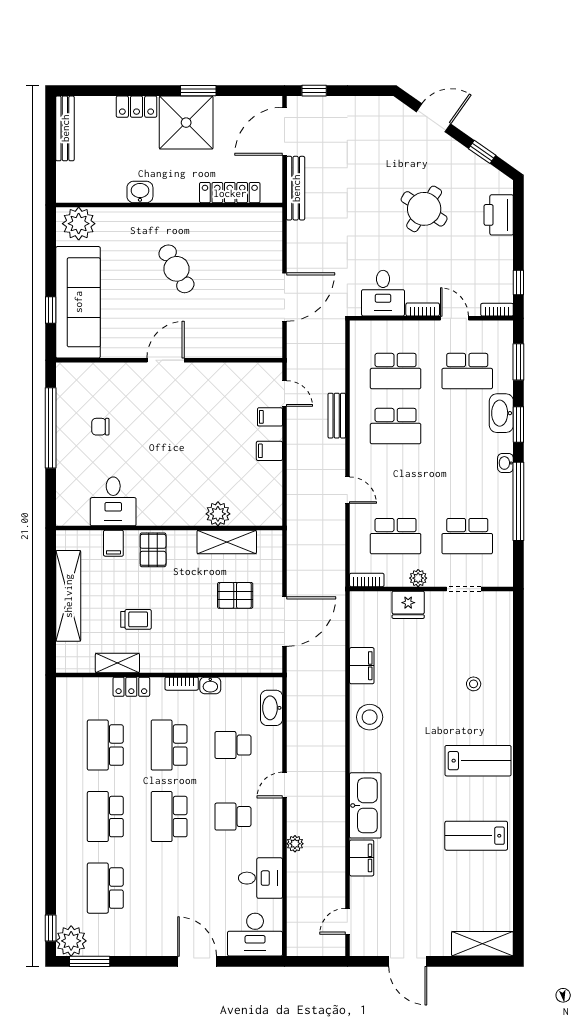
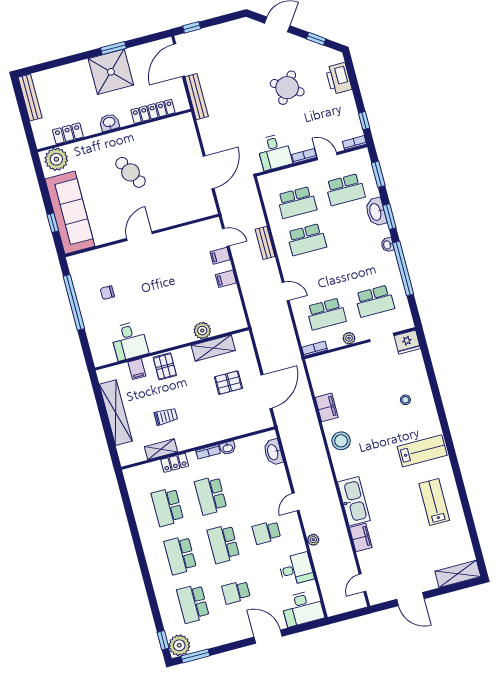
locker: (137, 107) -> (68, 133), moved, turned 180
washbasin: (140, 192) -> (109, 122), moved
fridge: (408, 605) -> (407, 342), moved
school desk: (233, 745) -> (236, 592), moved
lab bench: (476, 836) -> (434, 502), turned 90

